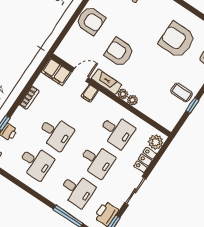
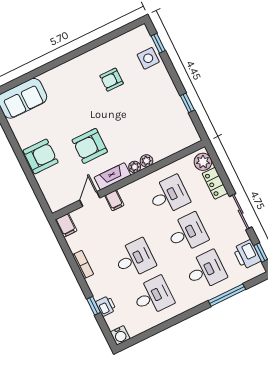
armchair: (177, 40) -> (112, 80), width x0.53, depth x0.53
filing cabinet: (56, 72) -> (66, 225), width x0.50
coffee table: (181, 92) -> (168, 106), removed

